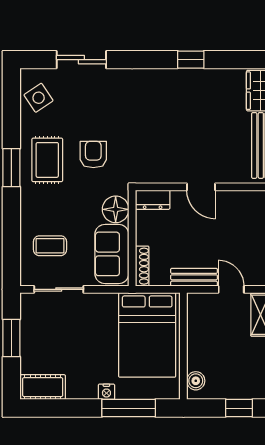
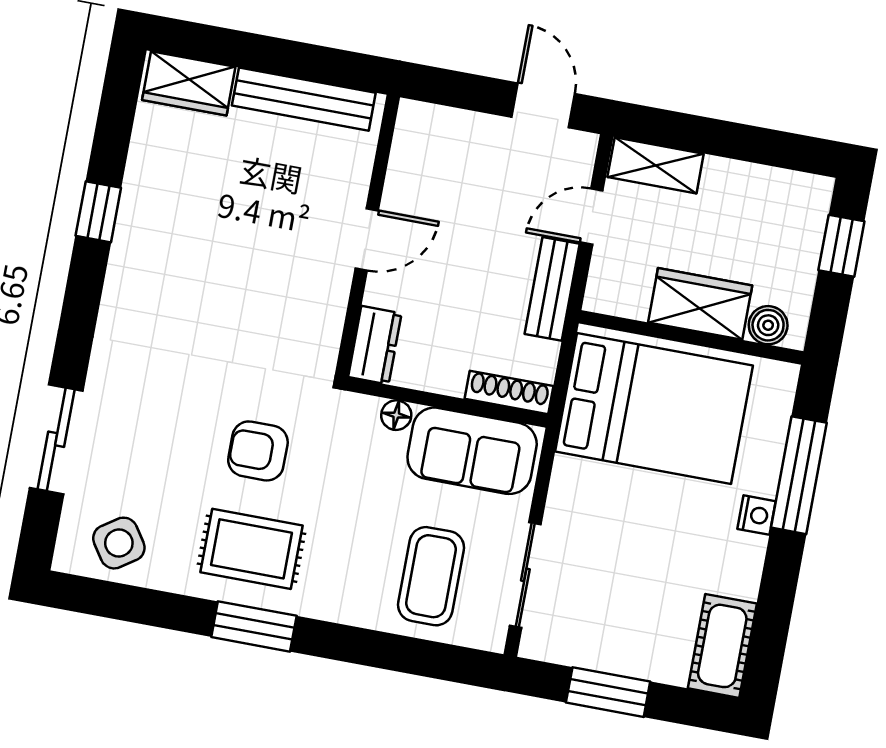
floor lamp: (116, 209) -> (396, 415), width x0.53, depth x0.53
coffee table: (50, 246) -> (431, 576), width x1.36, depth x1.30
wardrobe: (200, 347) -> (700, 304), added

